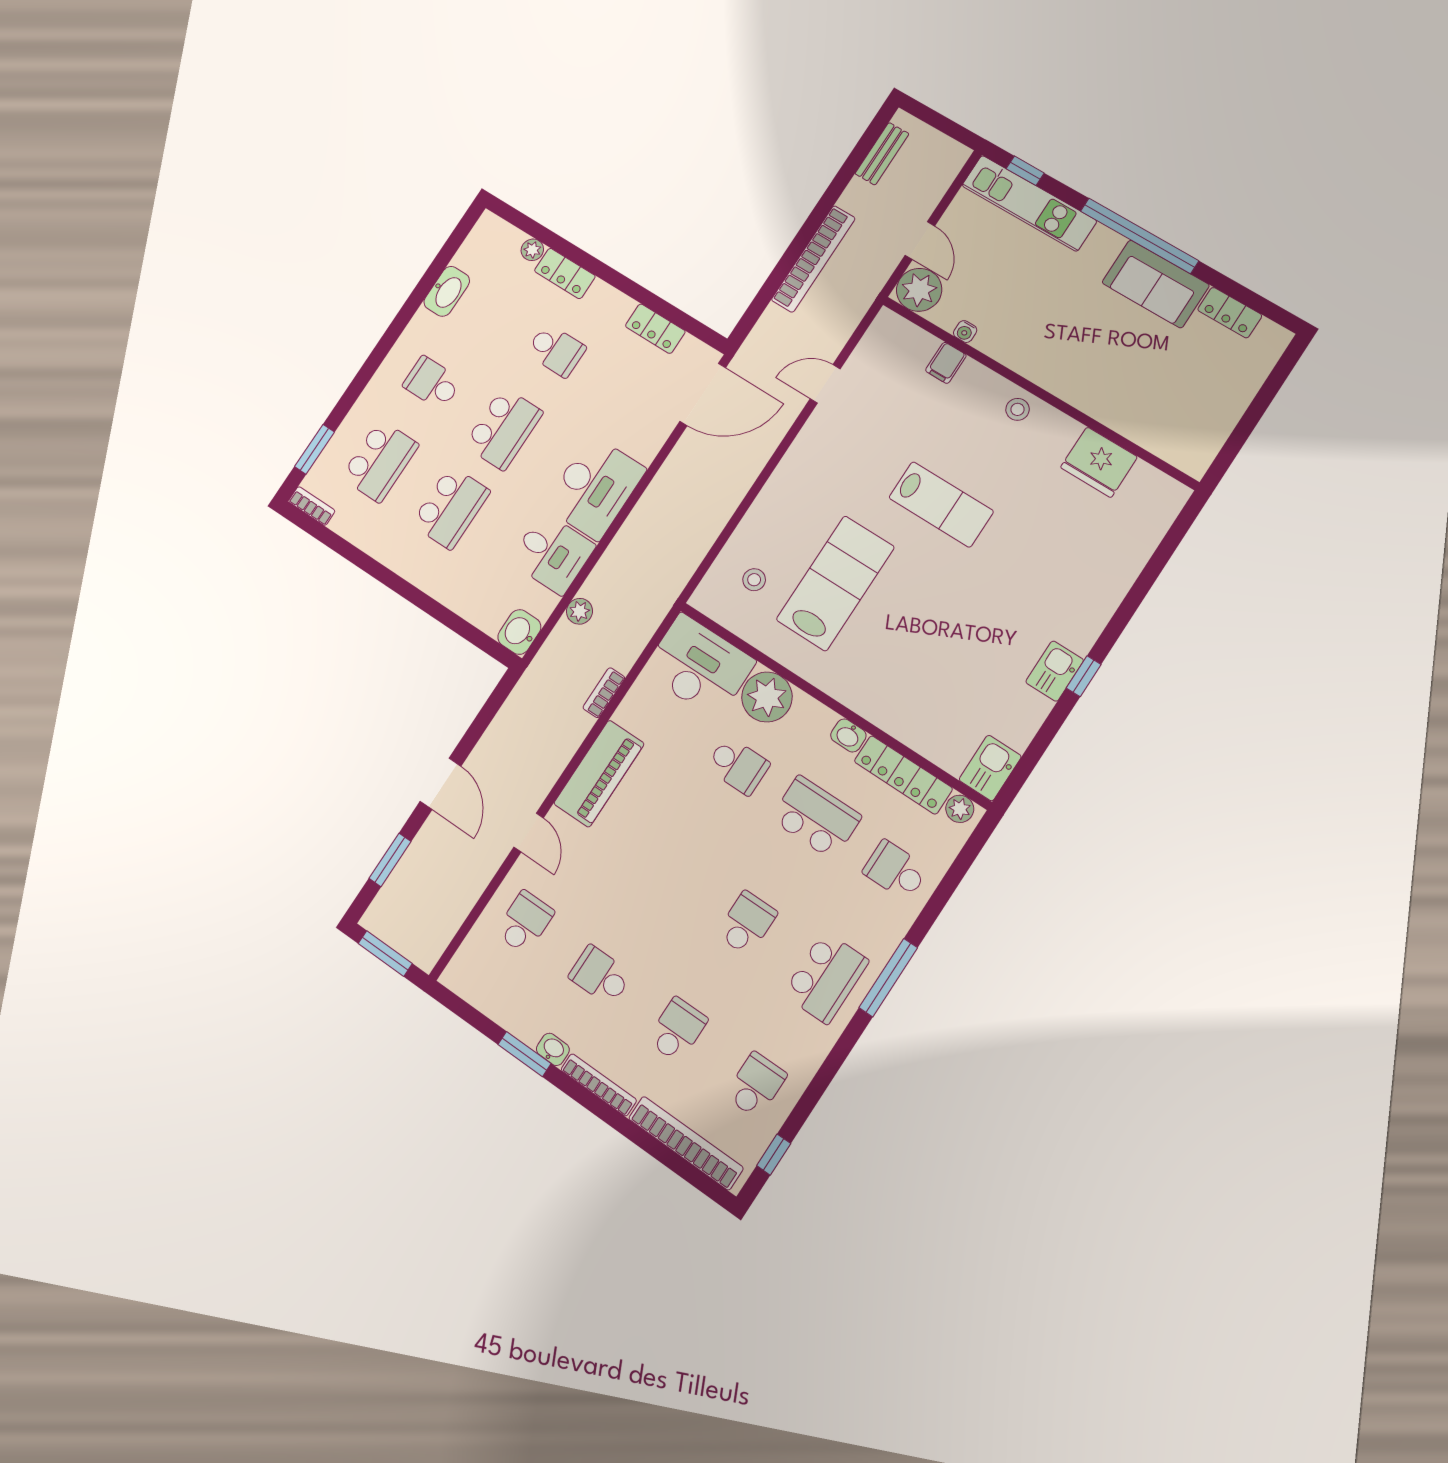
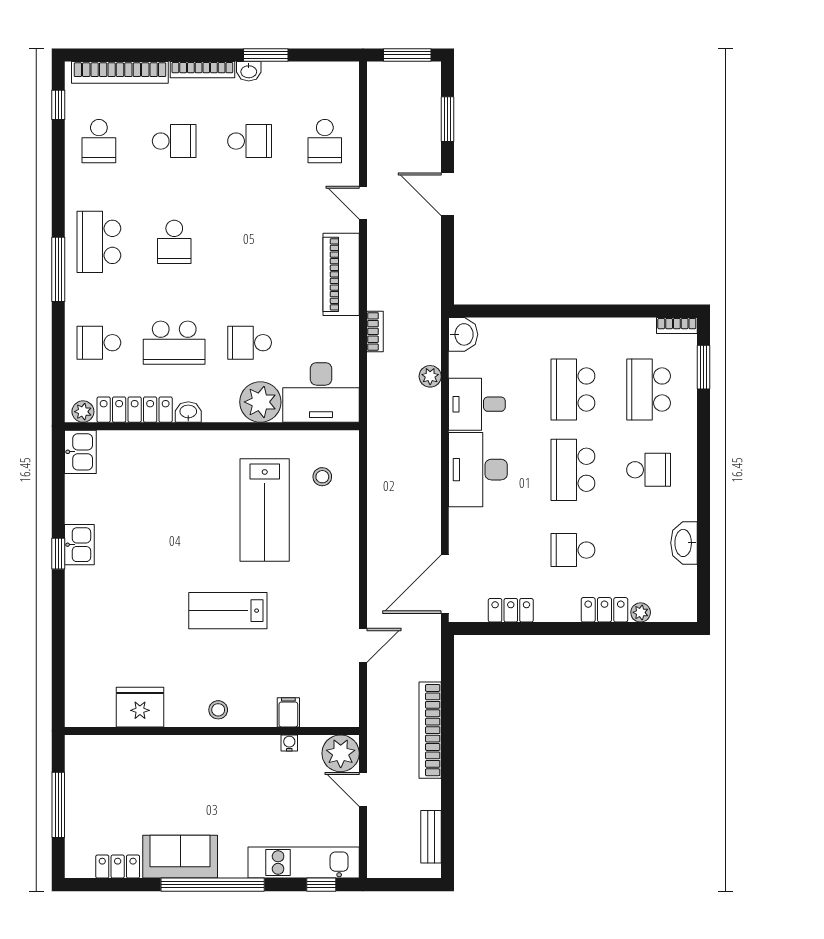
window: (1254, 414) -> (58, 805), added
school desk: (895, 870) -> (99, 343), turned 180
school desk: (677, 1030) -> (174, 141), turned -90

